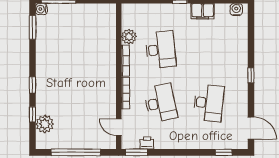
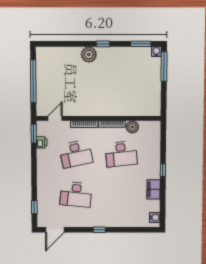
window: (32, 85) -> (103, 44), moved
window: (32, 114) -> (66, 44), removed
plant: (45, 124) -> (89, 55), moved

